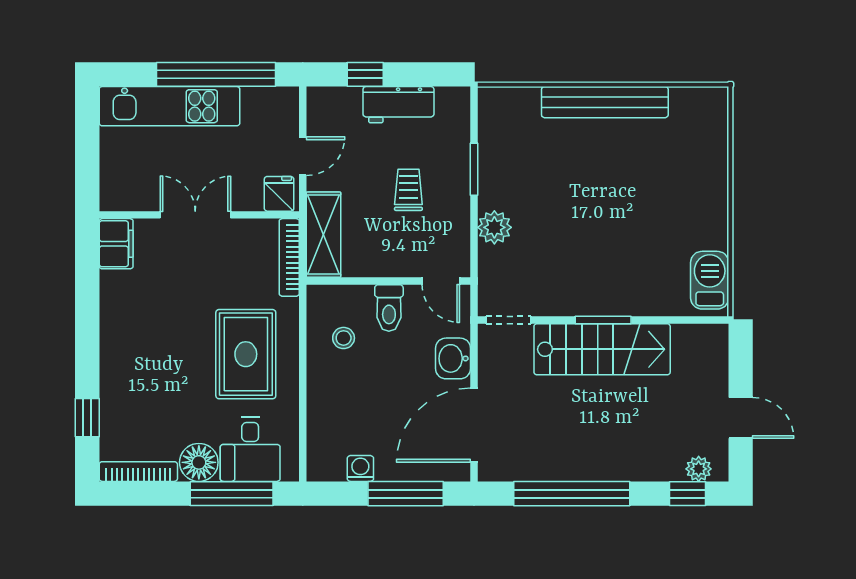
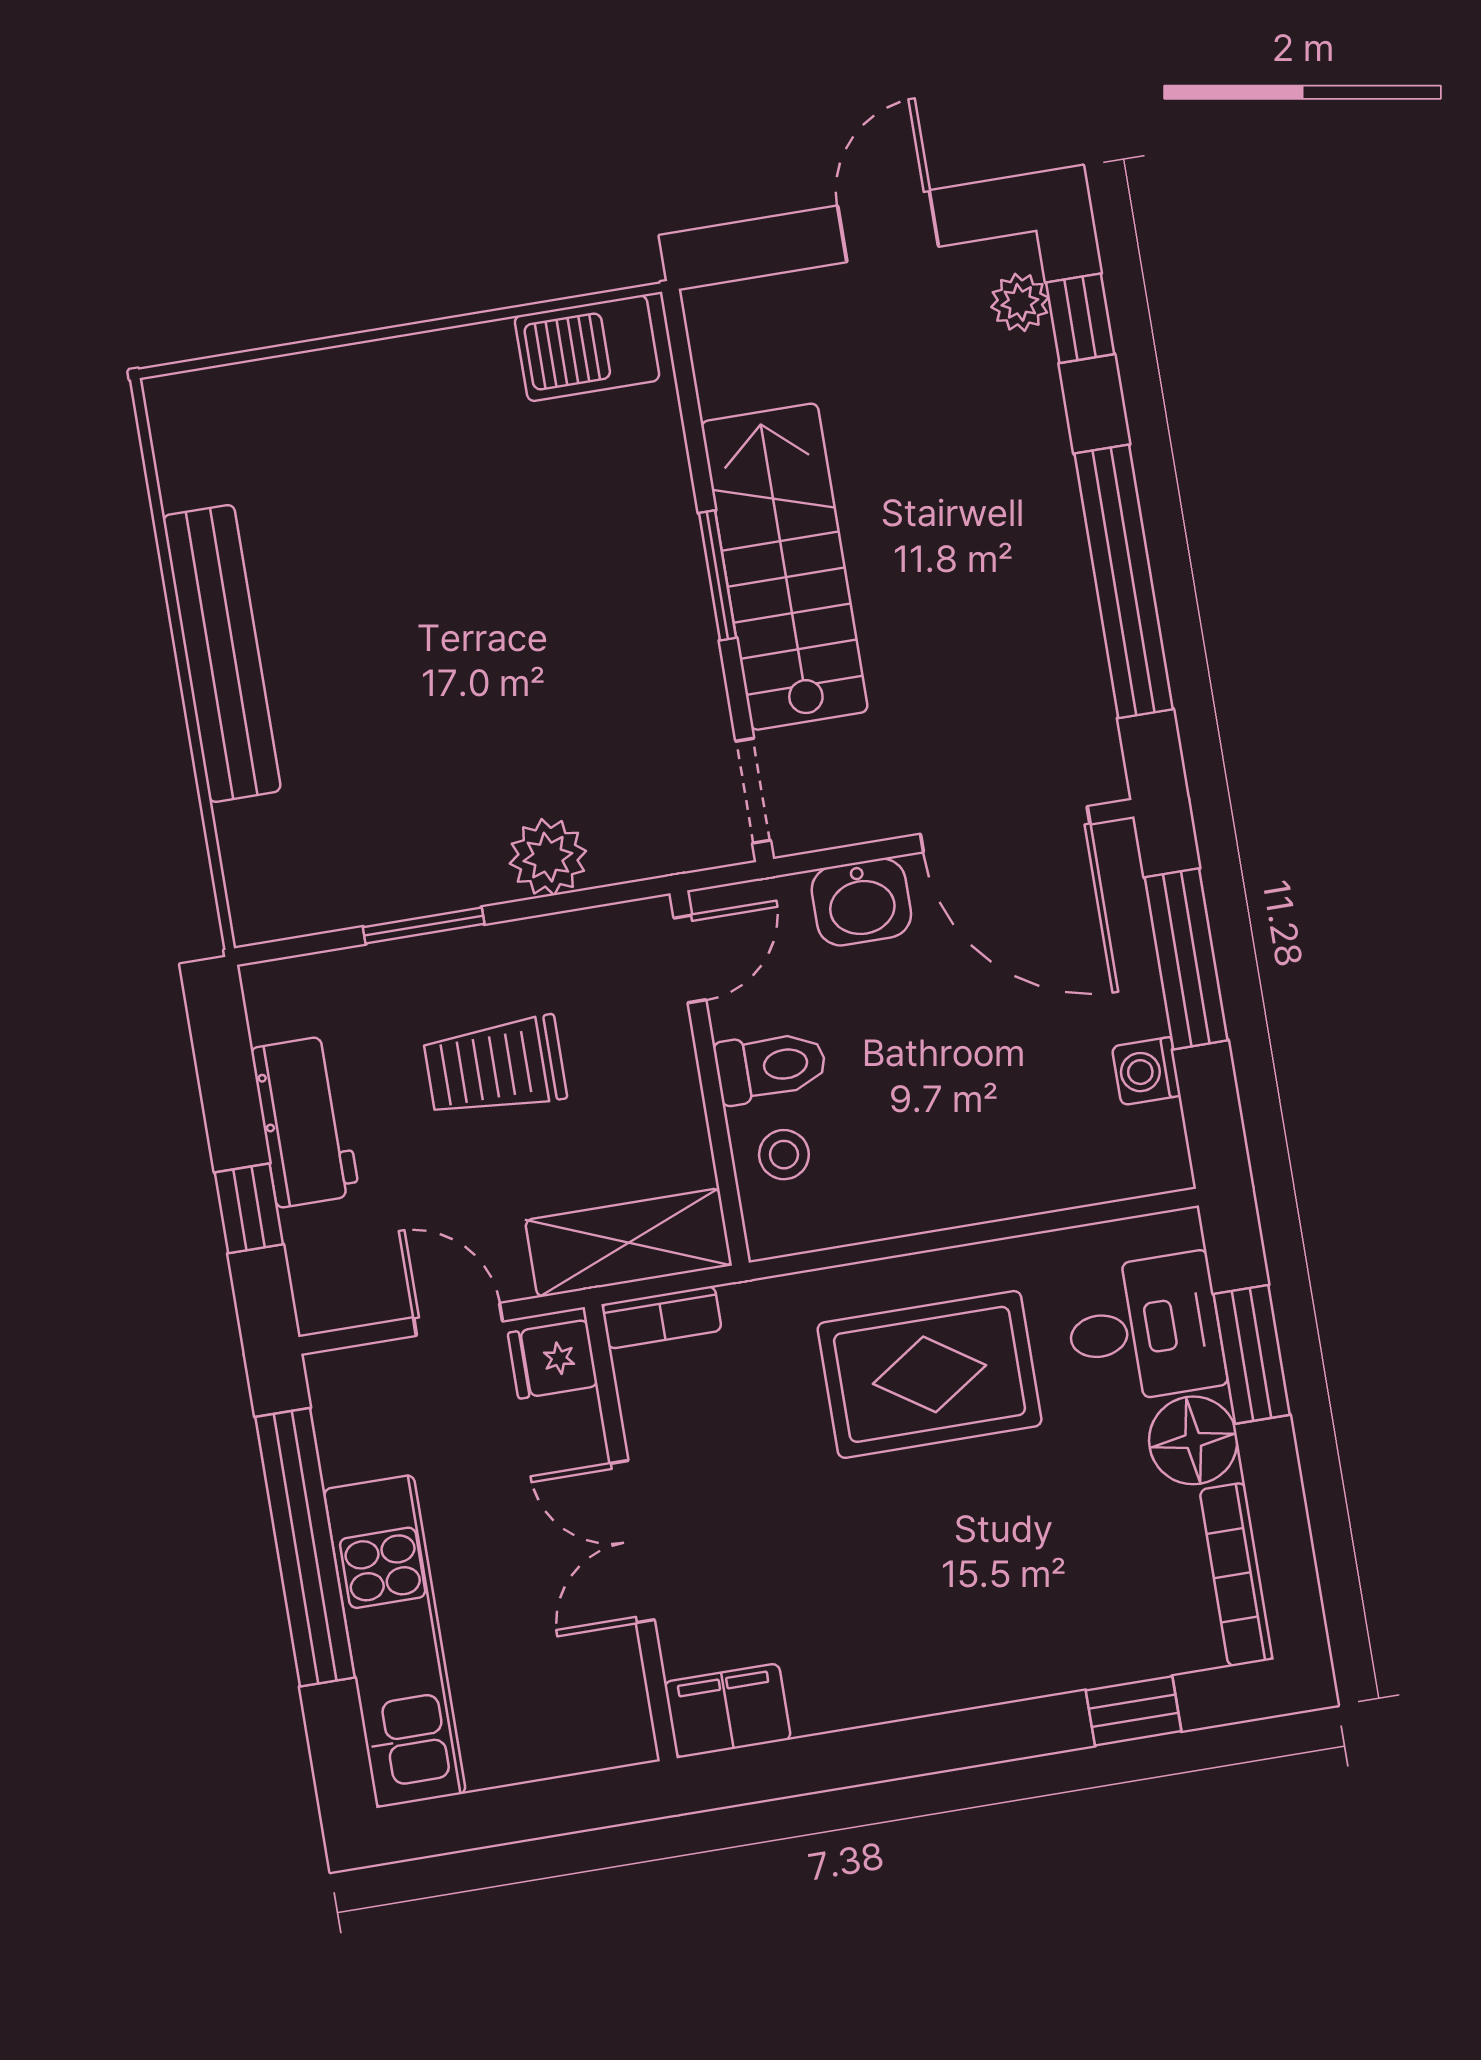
trolley: (408, 190) -> (495, 1067), width x1.36, depth x1.39
bookcase: (289, 257) -> (662, 1317), width x0.64
stool: (344, 338) -> (784, 1155), moved
window: (232, 494) -> (1252, 1354), width x0.69

